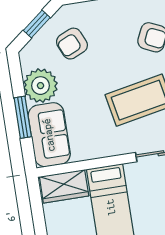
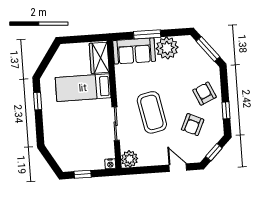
window: (37, 24) -> (208, 49), width x1.50
armchair: (72, 44) -> (205, 94), moved

